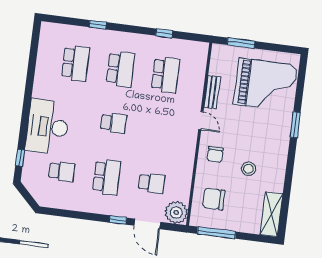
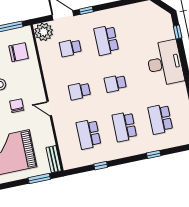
bench: (212, 92) -> (54, 159), moved
chair: (215, 154) -> (17, 106), moved
school desk: (62, 171) -> (79, 91), moved

